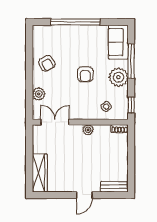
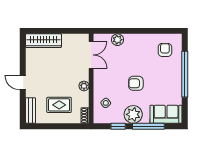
armchair: (47, 63) -> (165, 50), moved, turned 119
window: (131, 105) -> (118, 126), moved
rug: (108, 156) -> (59, 105), added

